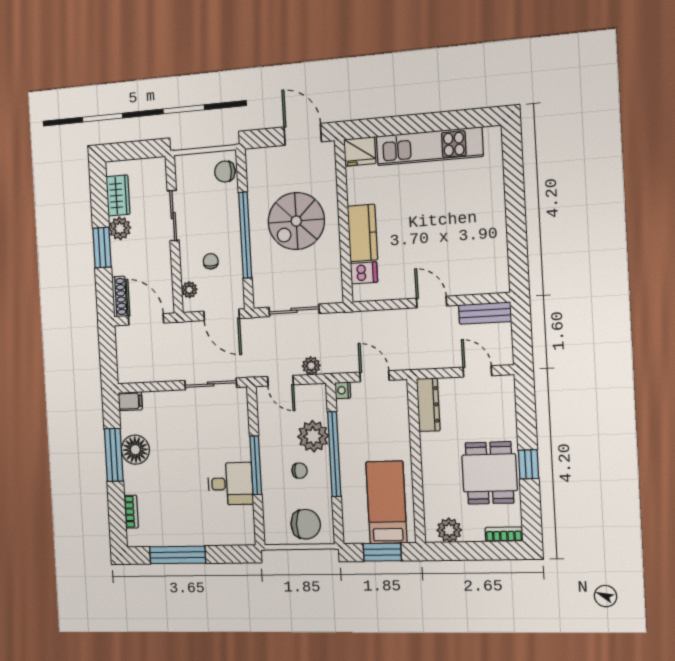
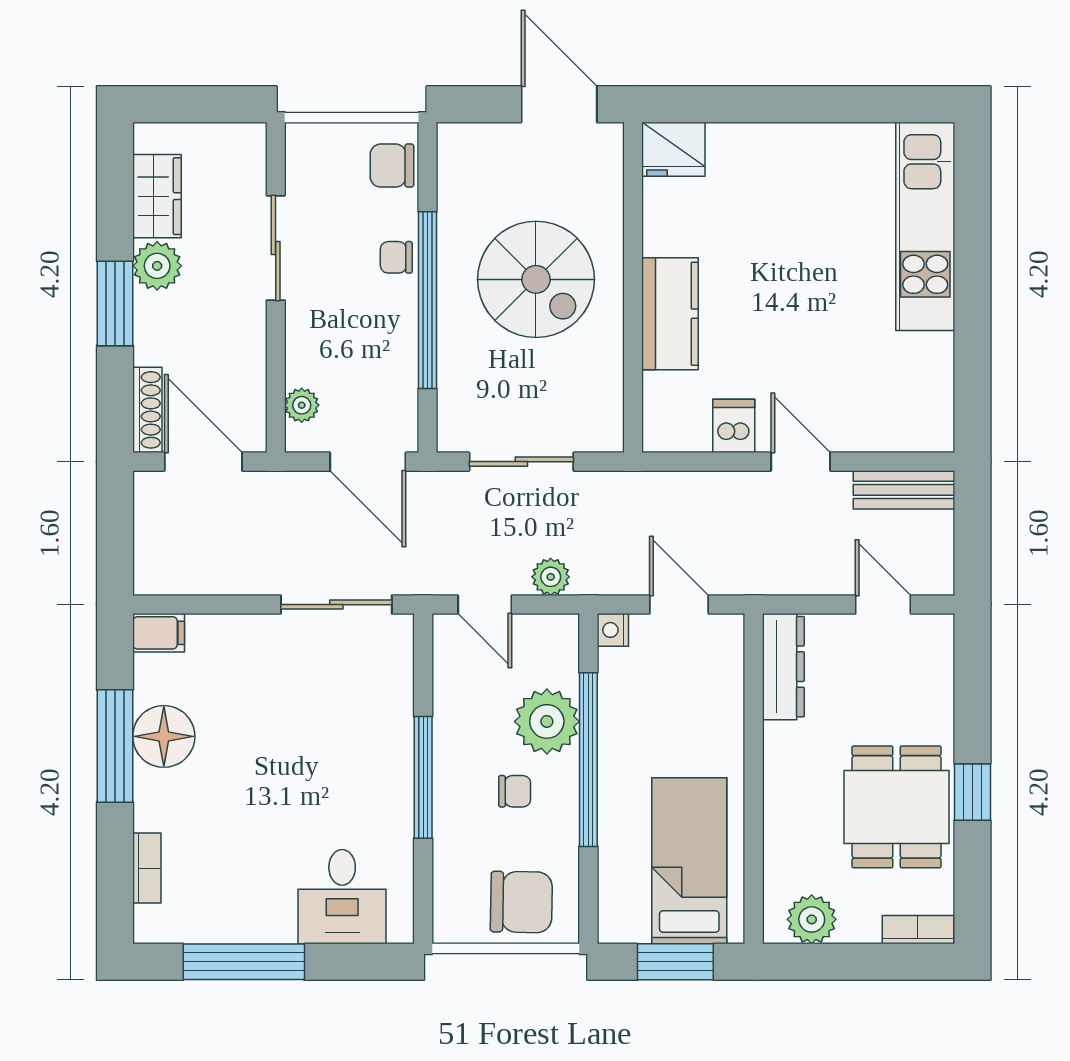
kitchen unit: (429, 146) -> (925, 226), moved, turned 90
spiral stairs: (296, 221) -> (536, 279), turned -90
chair: (211, 261) -> (396, 257), moved, turned -90
dishwasher: (364, 273) -> (734, 426), moved, turned -90
desk: (230, 484) -> (342, 897), moved, turned 90

